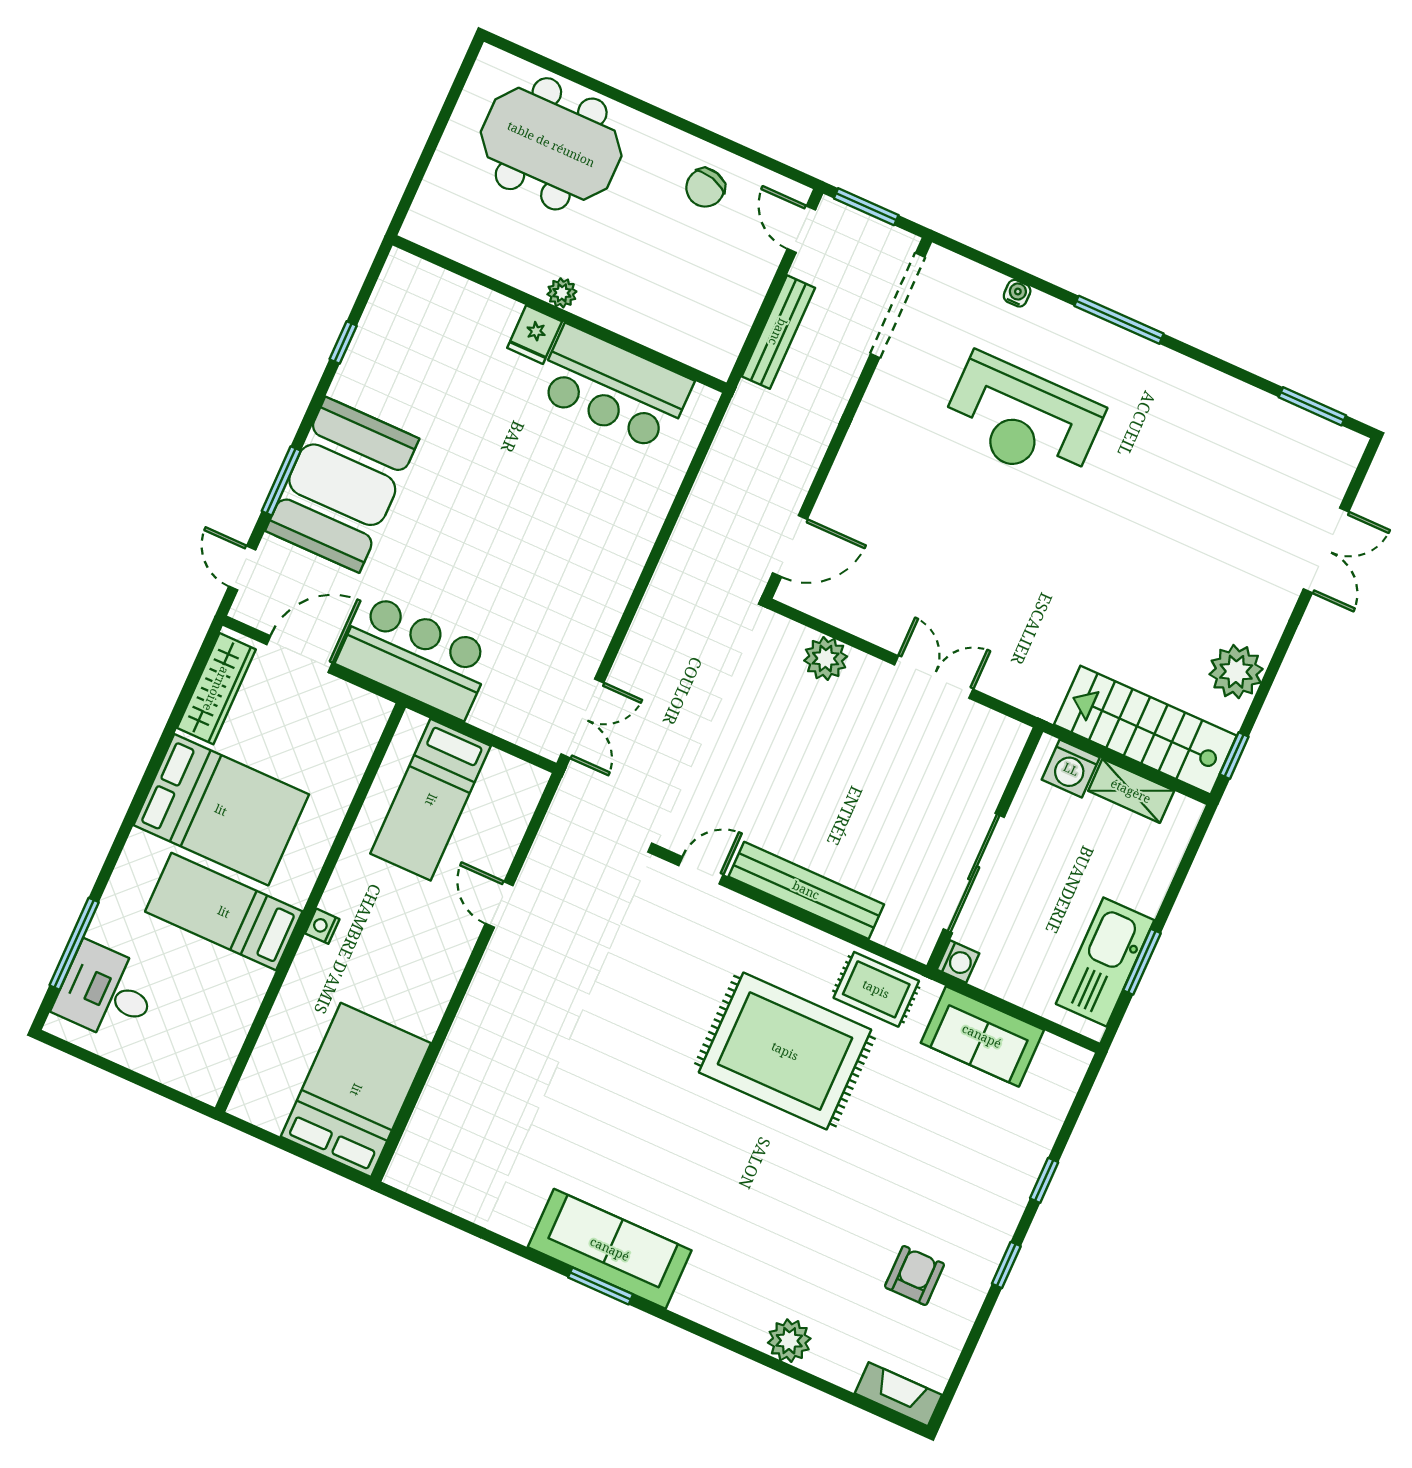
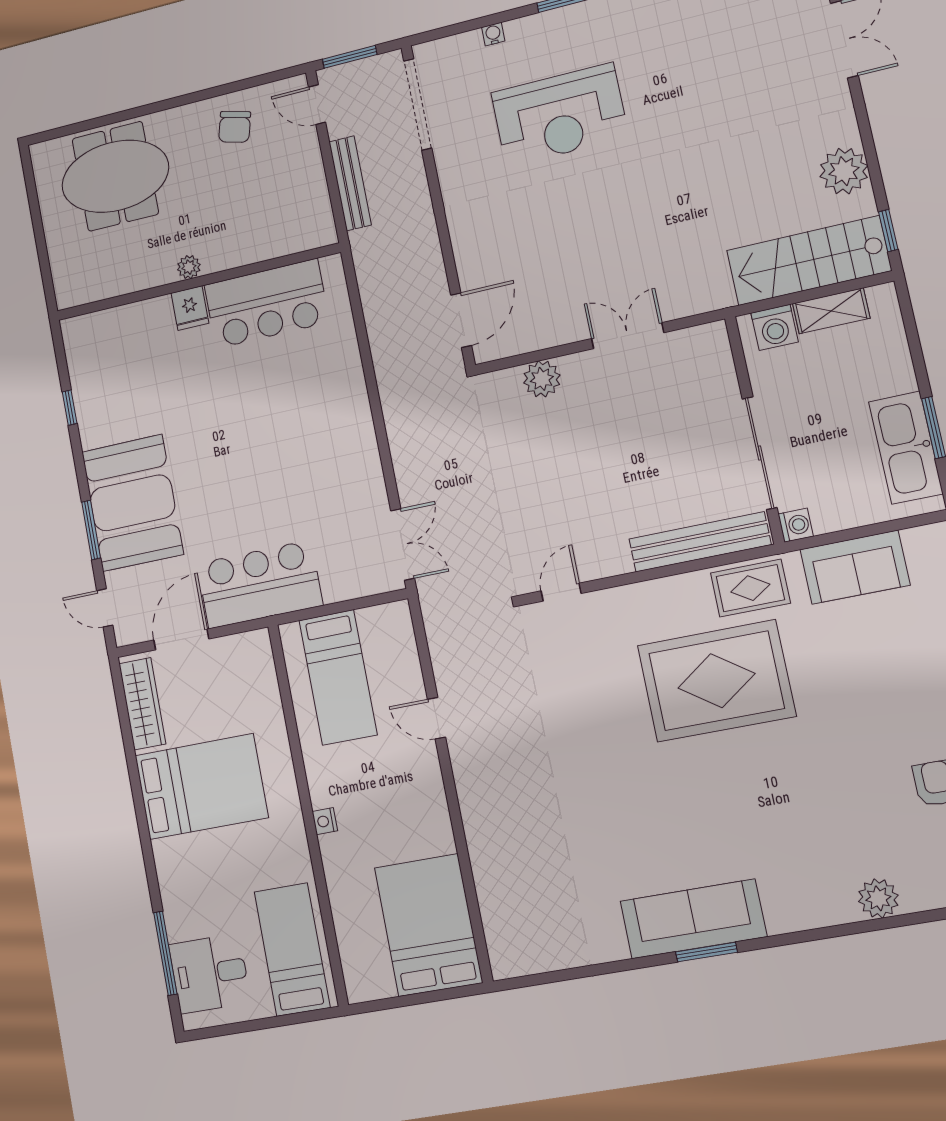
bench: (806, 890) -> (700, 542), moved
bed: (224, 912) -> (292, 949), moved, turned 90

